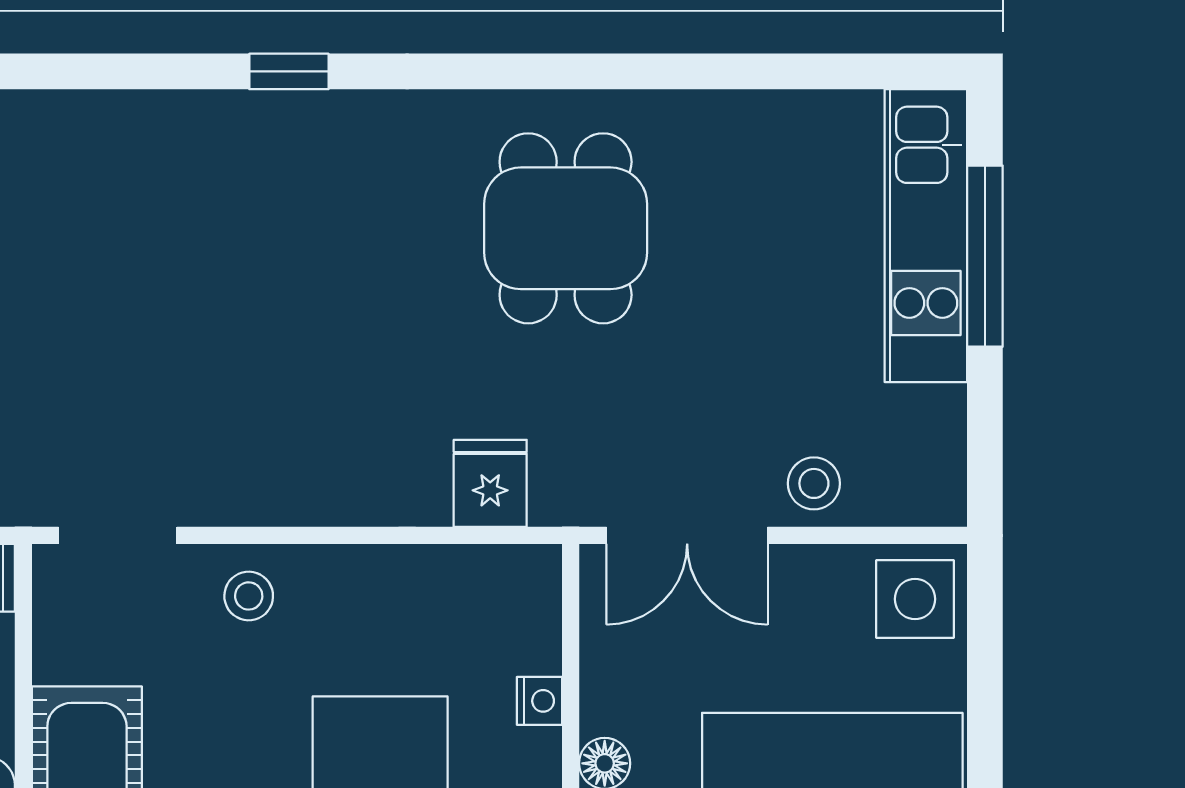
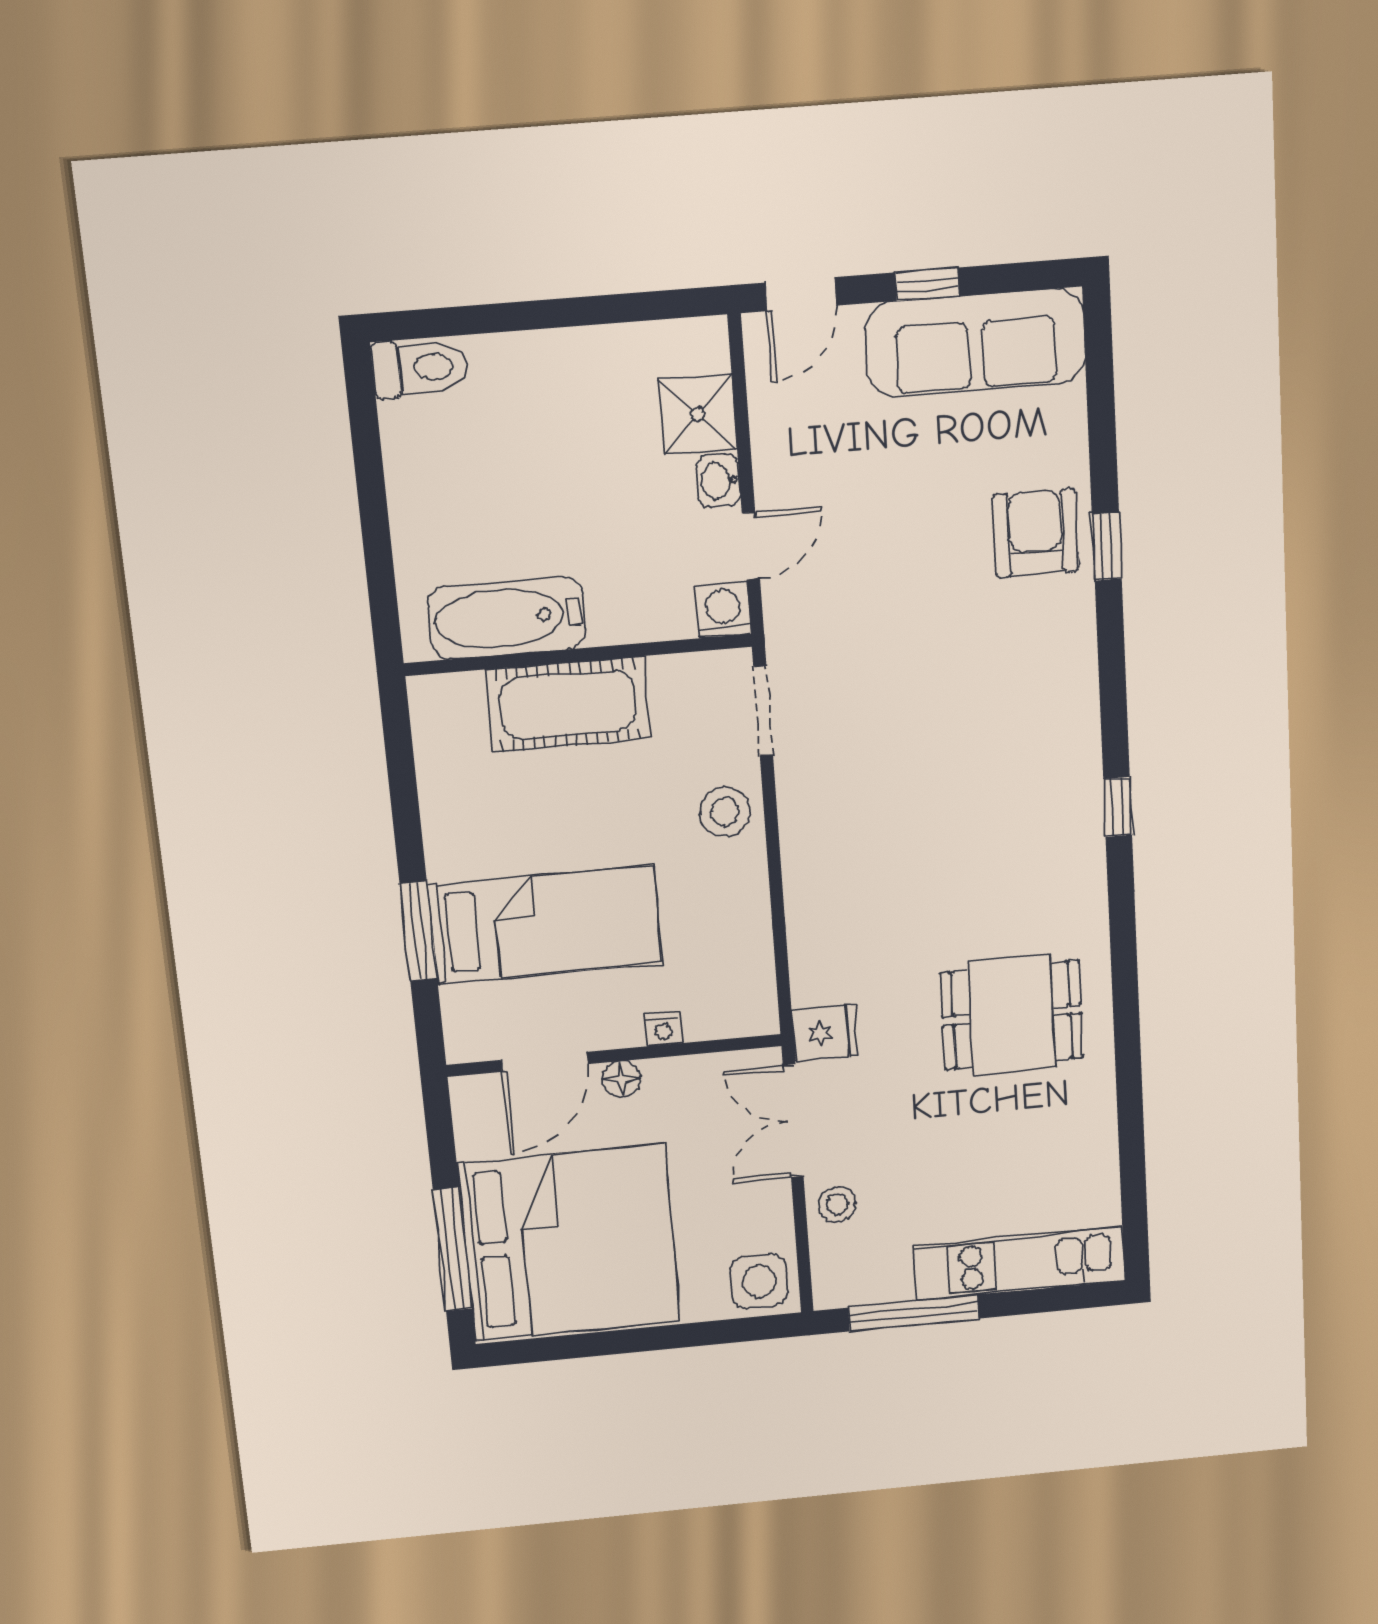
window: (985, 256) -> (914, 1313), moved
fridge: (490, 483) -> (825, 1033), moved
stool: (249, 596) -> (725, 812), width x1.37, depth x1.37

